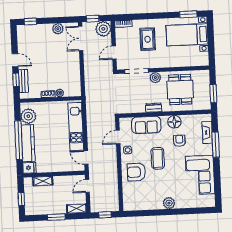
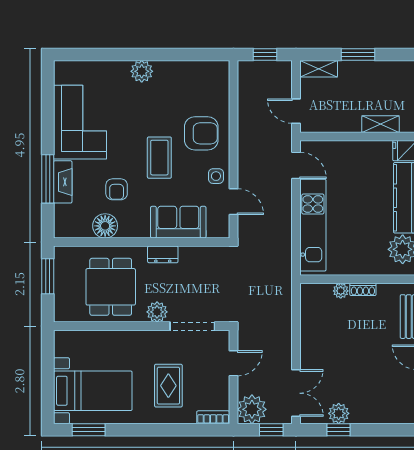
window: (30, 21) -> (338, 430), moved
floor lamp: (174, 122) -> (105, 226), moved
fireplace: (207, 132) -> (63, 182), moved
door: (118, 137) -> (233, 202), hinge flipped
door: (87, 186) -> (296, 111), swing flipped

